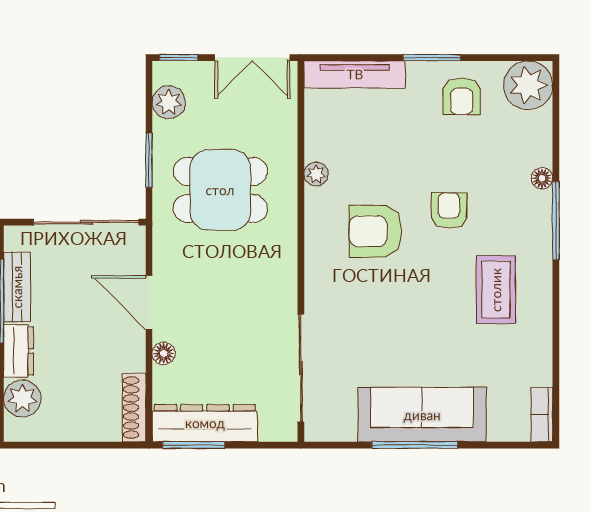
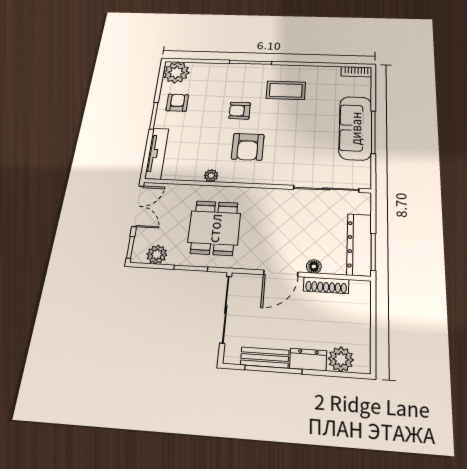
armchair: (462, 96) -> (177, 103), turned -90
floor lamp: (542, 178) -> (227, 68), removed
shoe rack: (134, 408) -> (326, 285), moved

